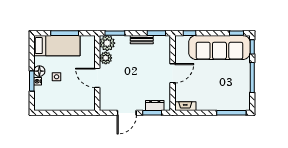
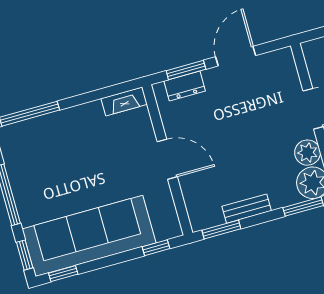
door: (173, 73) -> (167, 159), swing flipped

